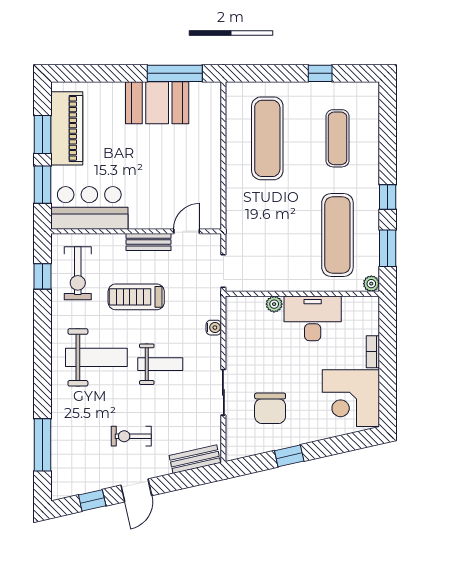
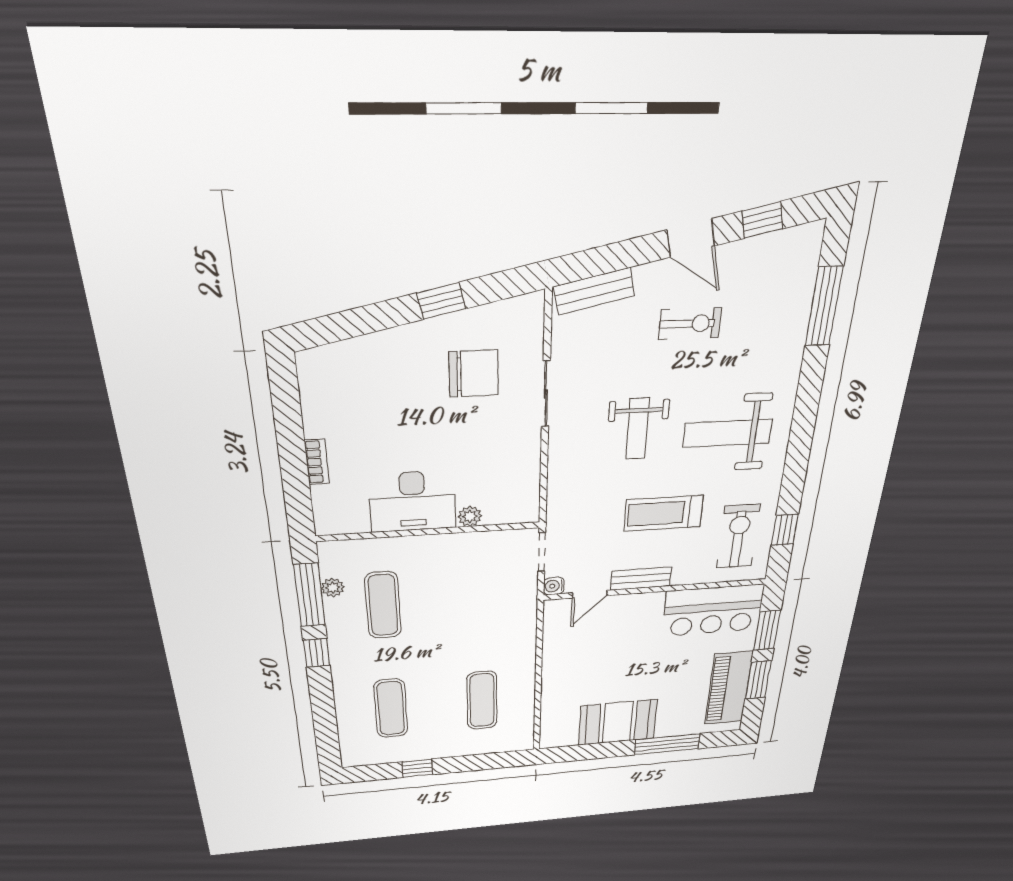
window: (175, 73) -> (667, 744), moved
exercise mat: (267, 138) -> (482, 700), width x0.73, depth x0.69
exercise mat: (337, 235) -> (383, 605), width x0.73, depth x0.69
window: (388, 248) -> (310, 595), width x1.44
plant: (371, 284) -> (333, 588), moved
treadmill: (136, 297) -> (664, 513), turned 180
water cooler: (214, 328) -> (554, 586), moved
weight bench: (160, 364) -> (638, 429), turned -90
corner desk: (351, 398) -> (345, 394), removed
chair: (270, 408) -> (474, 374), turned 90
door: (136, 490) -> (691, 238), swing flipped

